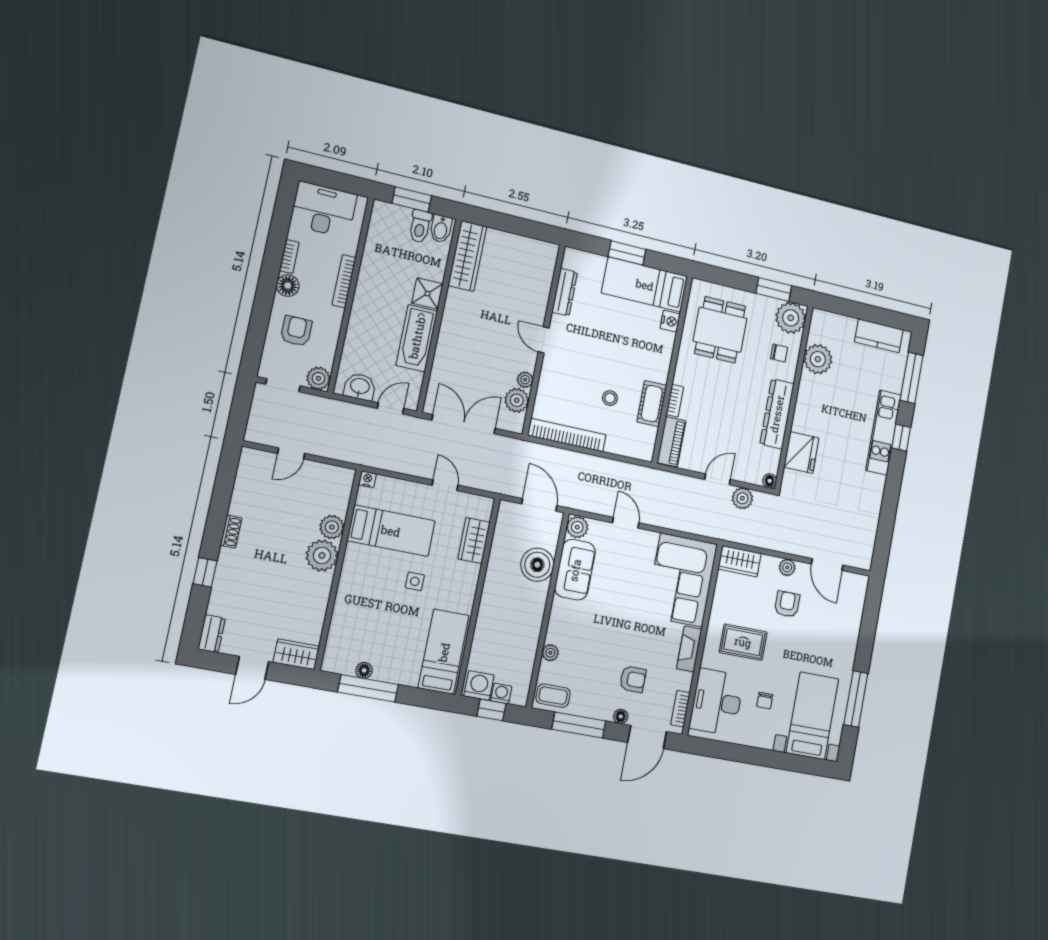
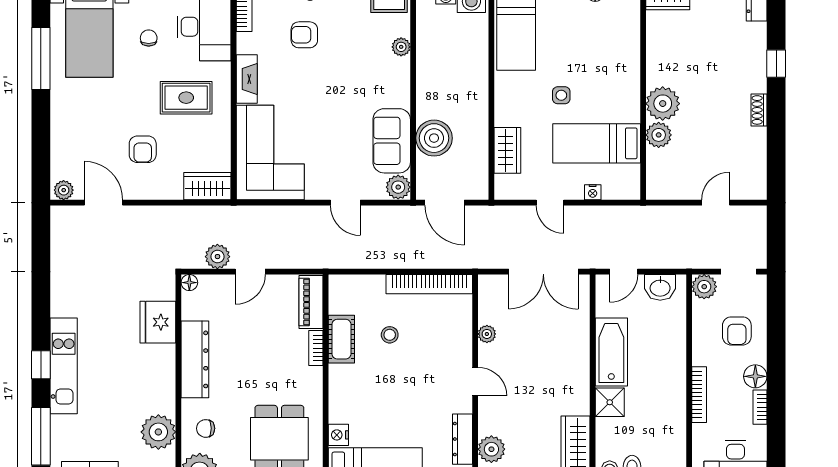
plant: (517, 400) -> (491, 449), moved
nightstand: (367, 479) -> (593, 192), moved
plant: (787, 567) -> (64, 190), moved

